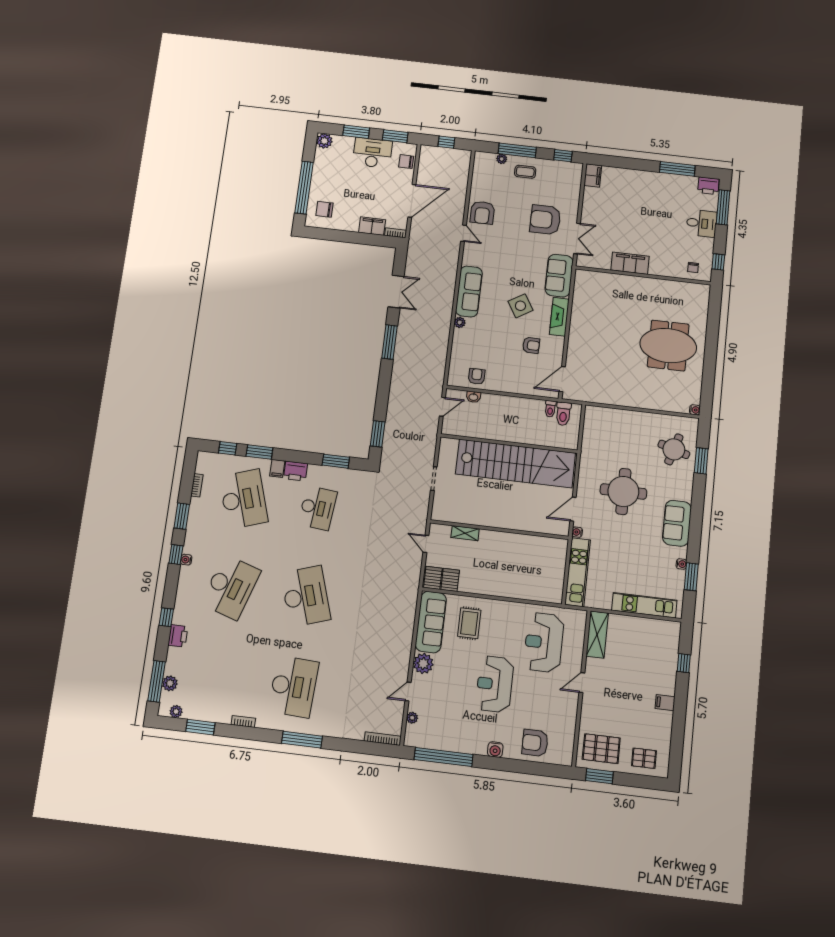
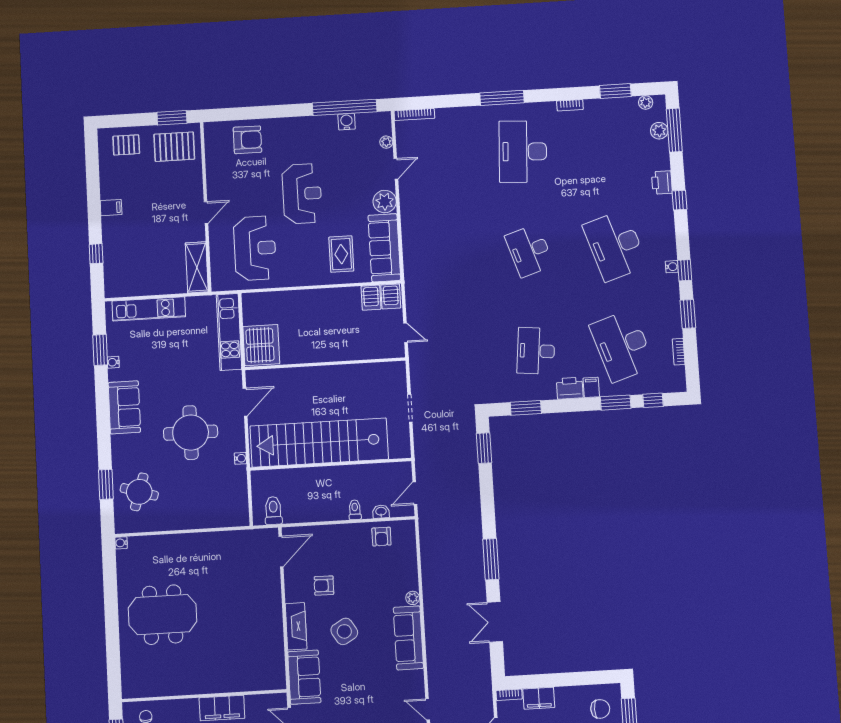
toilet: (550, 409) -> (355, 510), moved
water cooler: (577, 532) -> (240, 458), moved
shelving: (465, 533) -> (363, 353), removed
server rack: (552, 556) -> (261, 345), added
desk: (231, 587) -> (615, 246), turned -36
desk: (306, 596) -> (529, 251), width x0.73, depth x0.77
water cooler: (495, 750) -> (347, 122), moved

